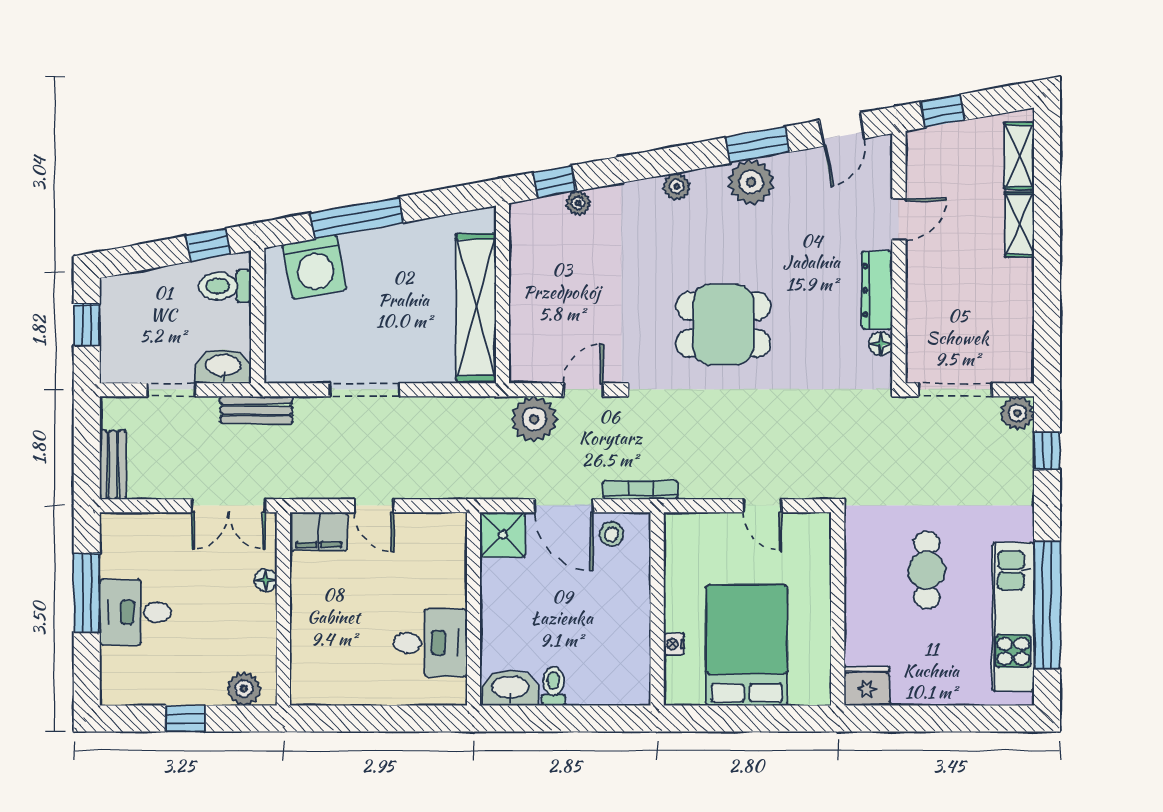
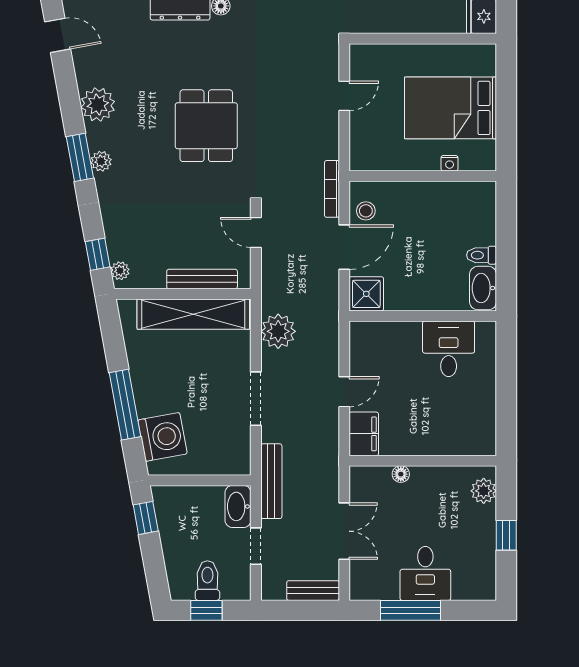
window: (757, 145) -> (80, 157), moved
plant: (578, 203) -> (120, 271), moved
toilet: (225, 286) -> (207, 581), moved, turned 180
bench: (522, 319) -> (202, 279), added
bench: (256, 410) -> (271, 481), width x1.36
plant: (534, 419) -> (278, 331), moved
double door: (228, 506) -> (344, 531), moved

